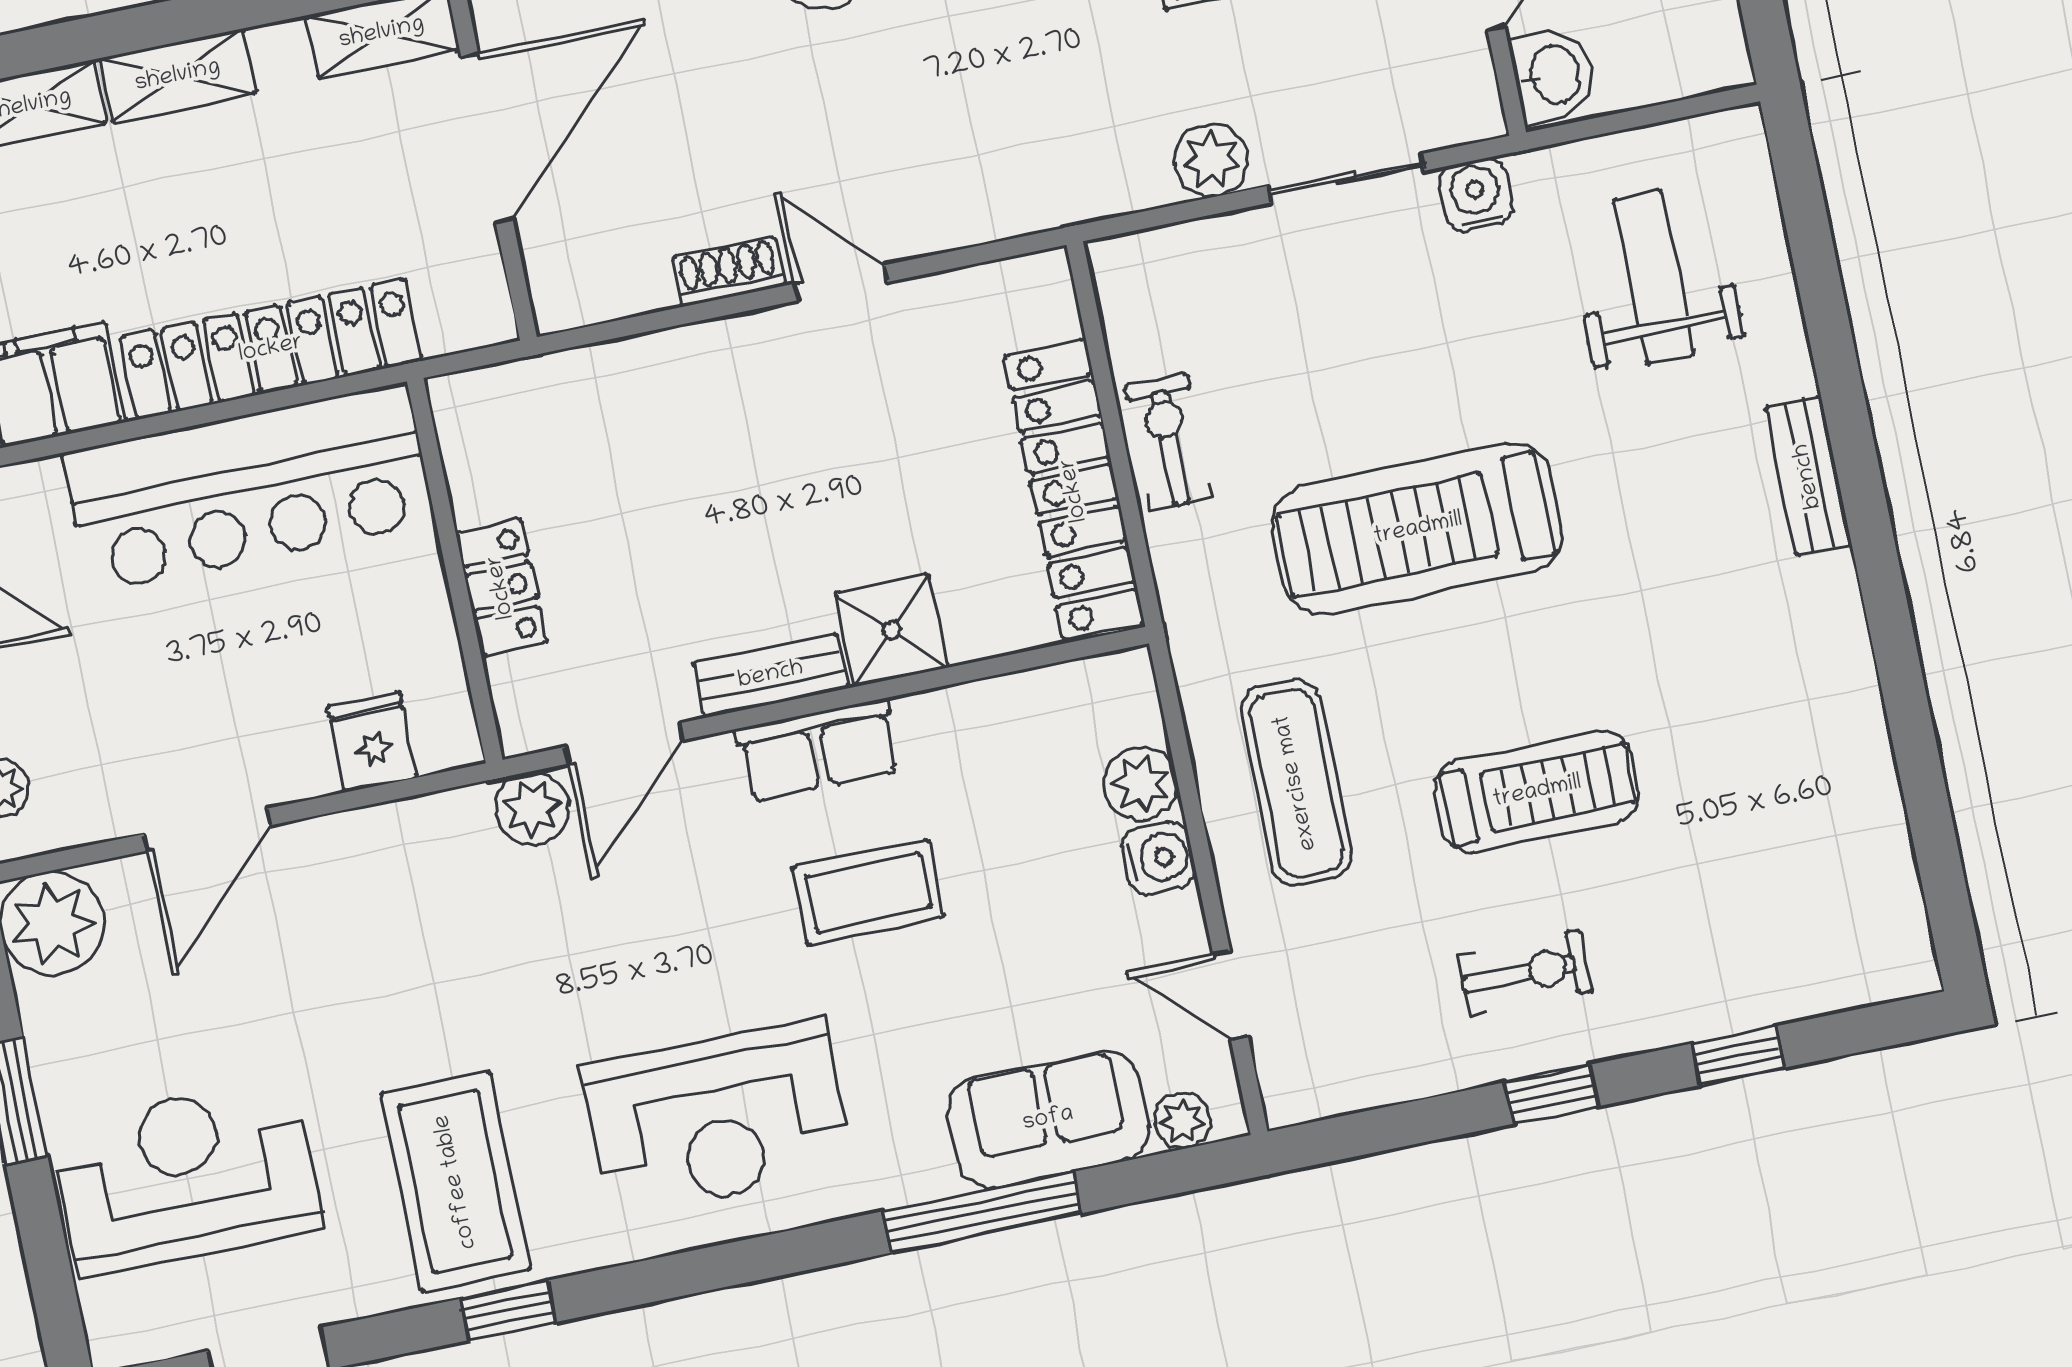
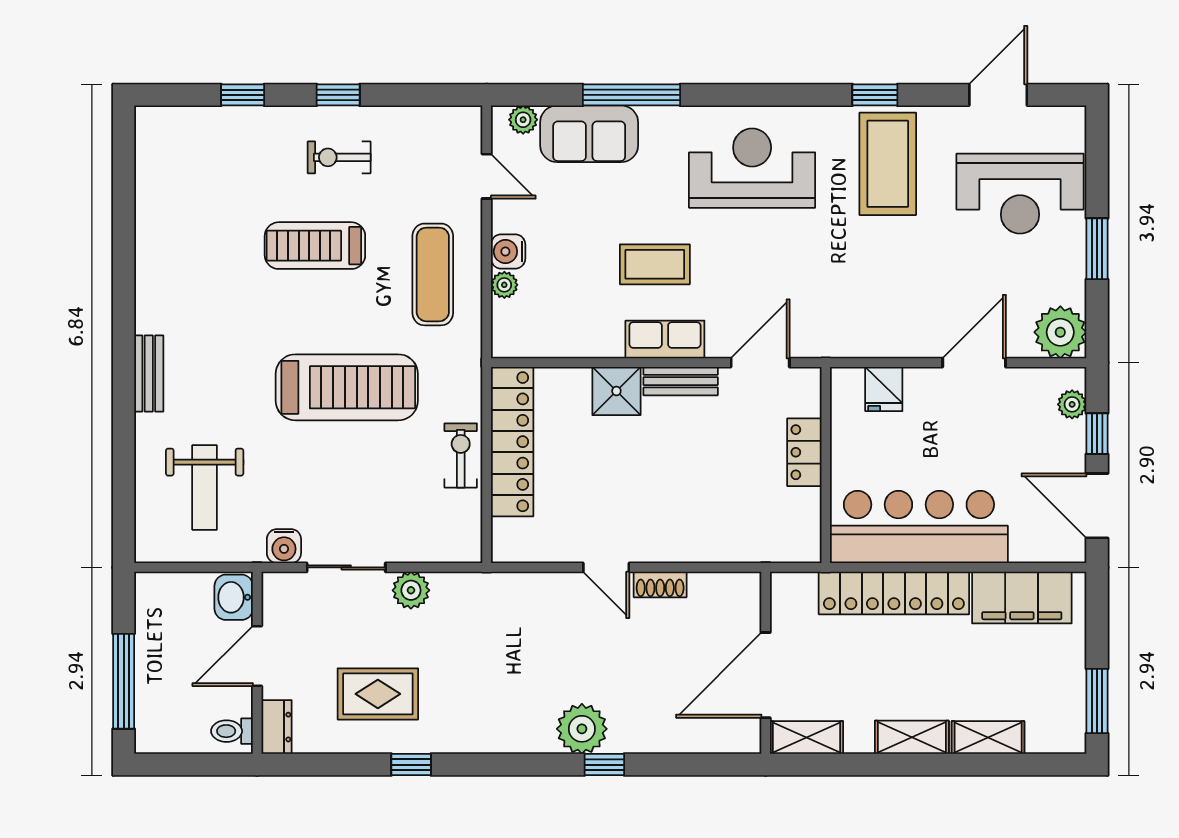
exercise bike: (1169, 442) -> (461, 455), turned 180
plant: (1141, 784) -> (504, 285), width x0.73, depth x0.73
plant: (532, 808) -> (812, 340), removed

